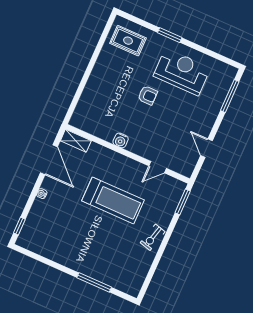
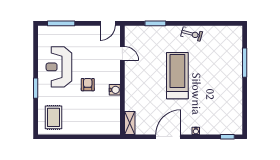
water cooler: (121, 140) -> (115, 90), moved
shelving: (76, 141) -> (130, 123), moved
wall: (128, 154) -> (122, 80), moved
door: (158, 167) -> (122, 53), moved

